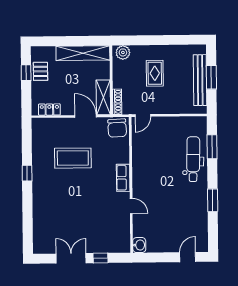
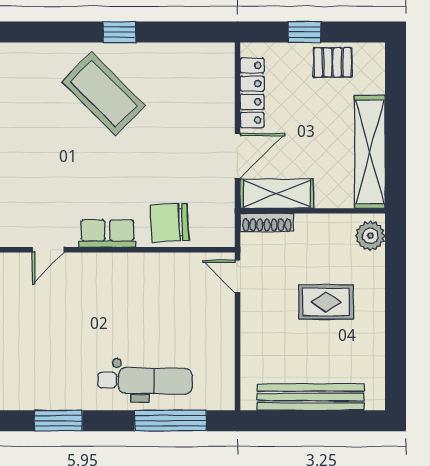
window: (26, 73) -> (304, 32), moved
window: (211, 77) -> (316, 421), removed
locker: (49, 110) -> (252, 93), width x1.53
chair: (117, 128) -> (169, 223), moved
window: (212, 147) -> (171, 421), width x1.44
coffee table: (73, 158) -> (104, 94), moved, turned -45

